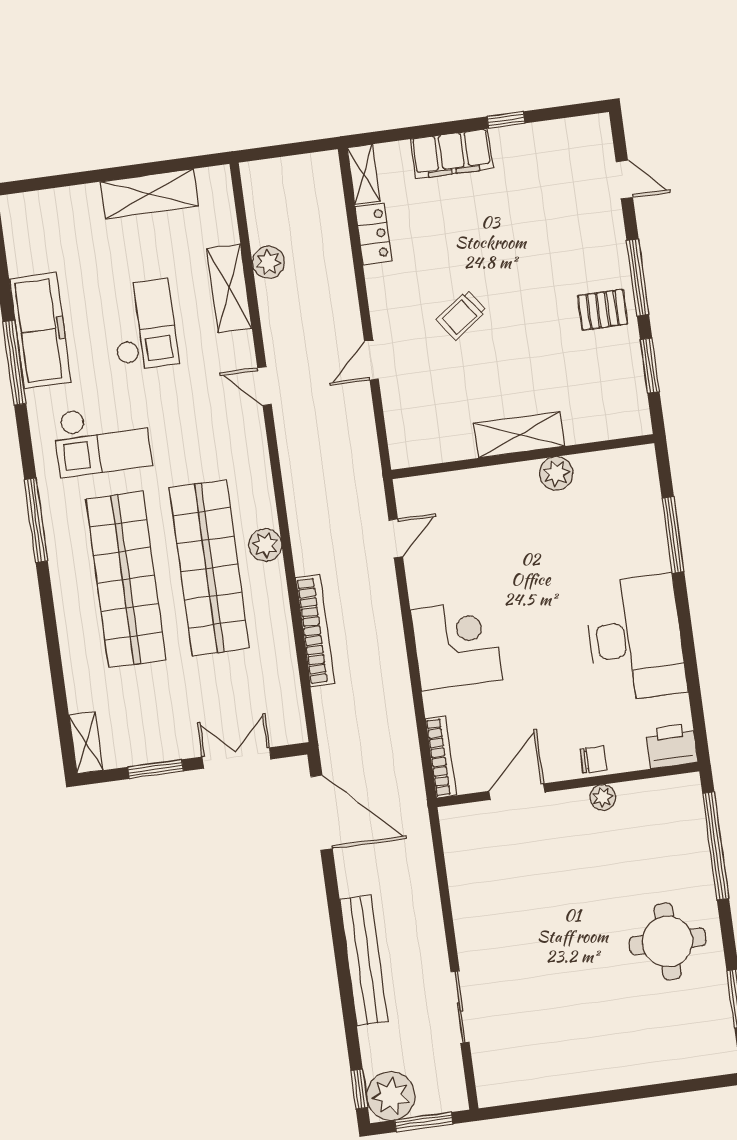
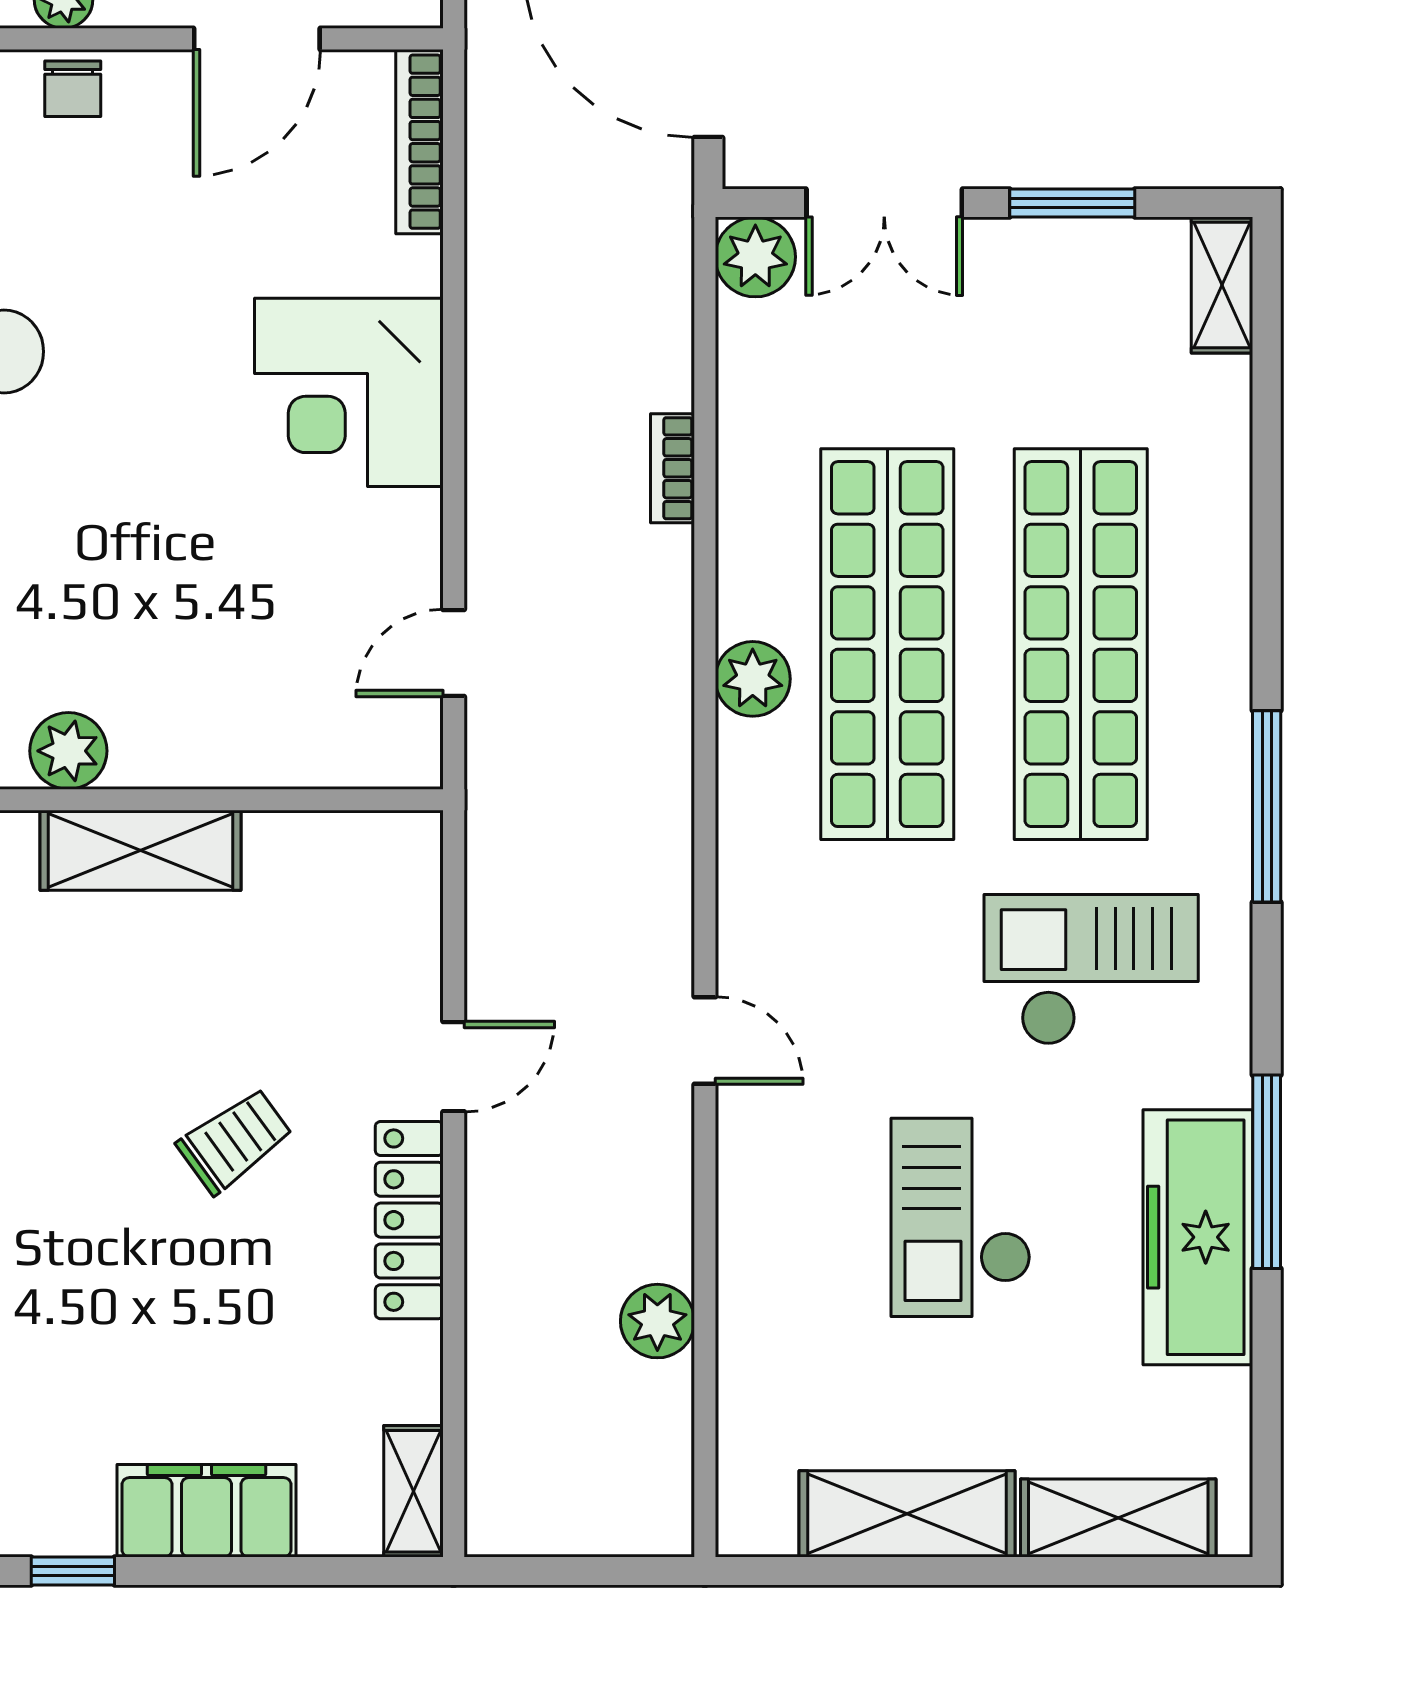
locker: (374, 234) -> (409, 1220), moved, width x1.53
shelving: (229, 288) -> (1118, 1518), moved, turned 90
bookcase: (315, 631) -> (673, 468), width x0.43, depth x0.76
plant: (289, 727) -> (755, 257), added
chair: (594, 759) -> (73, 89), turned -90

